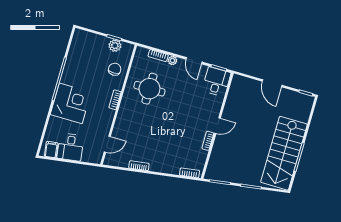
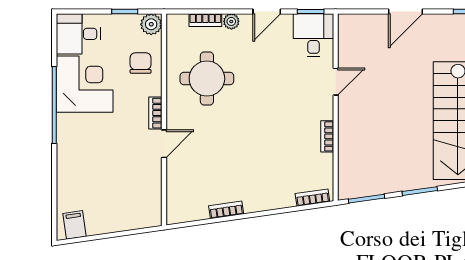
plant: (115, 46) -> (151, 24), moved
door: (194, 61) -> (267, 12), hinge flipped
door: (272, 83) -> (405, 12), hinge flipped
corner desk: (71, 103) -> (85, 84), moved
door: (217, 126) -> (336, 82), moved
door: (107, 144) -> (164, 144), moved
desk: (70, 147) -> (78, 34), moved, turned 98

